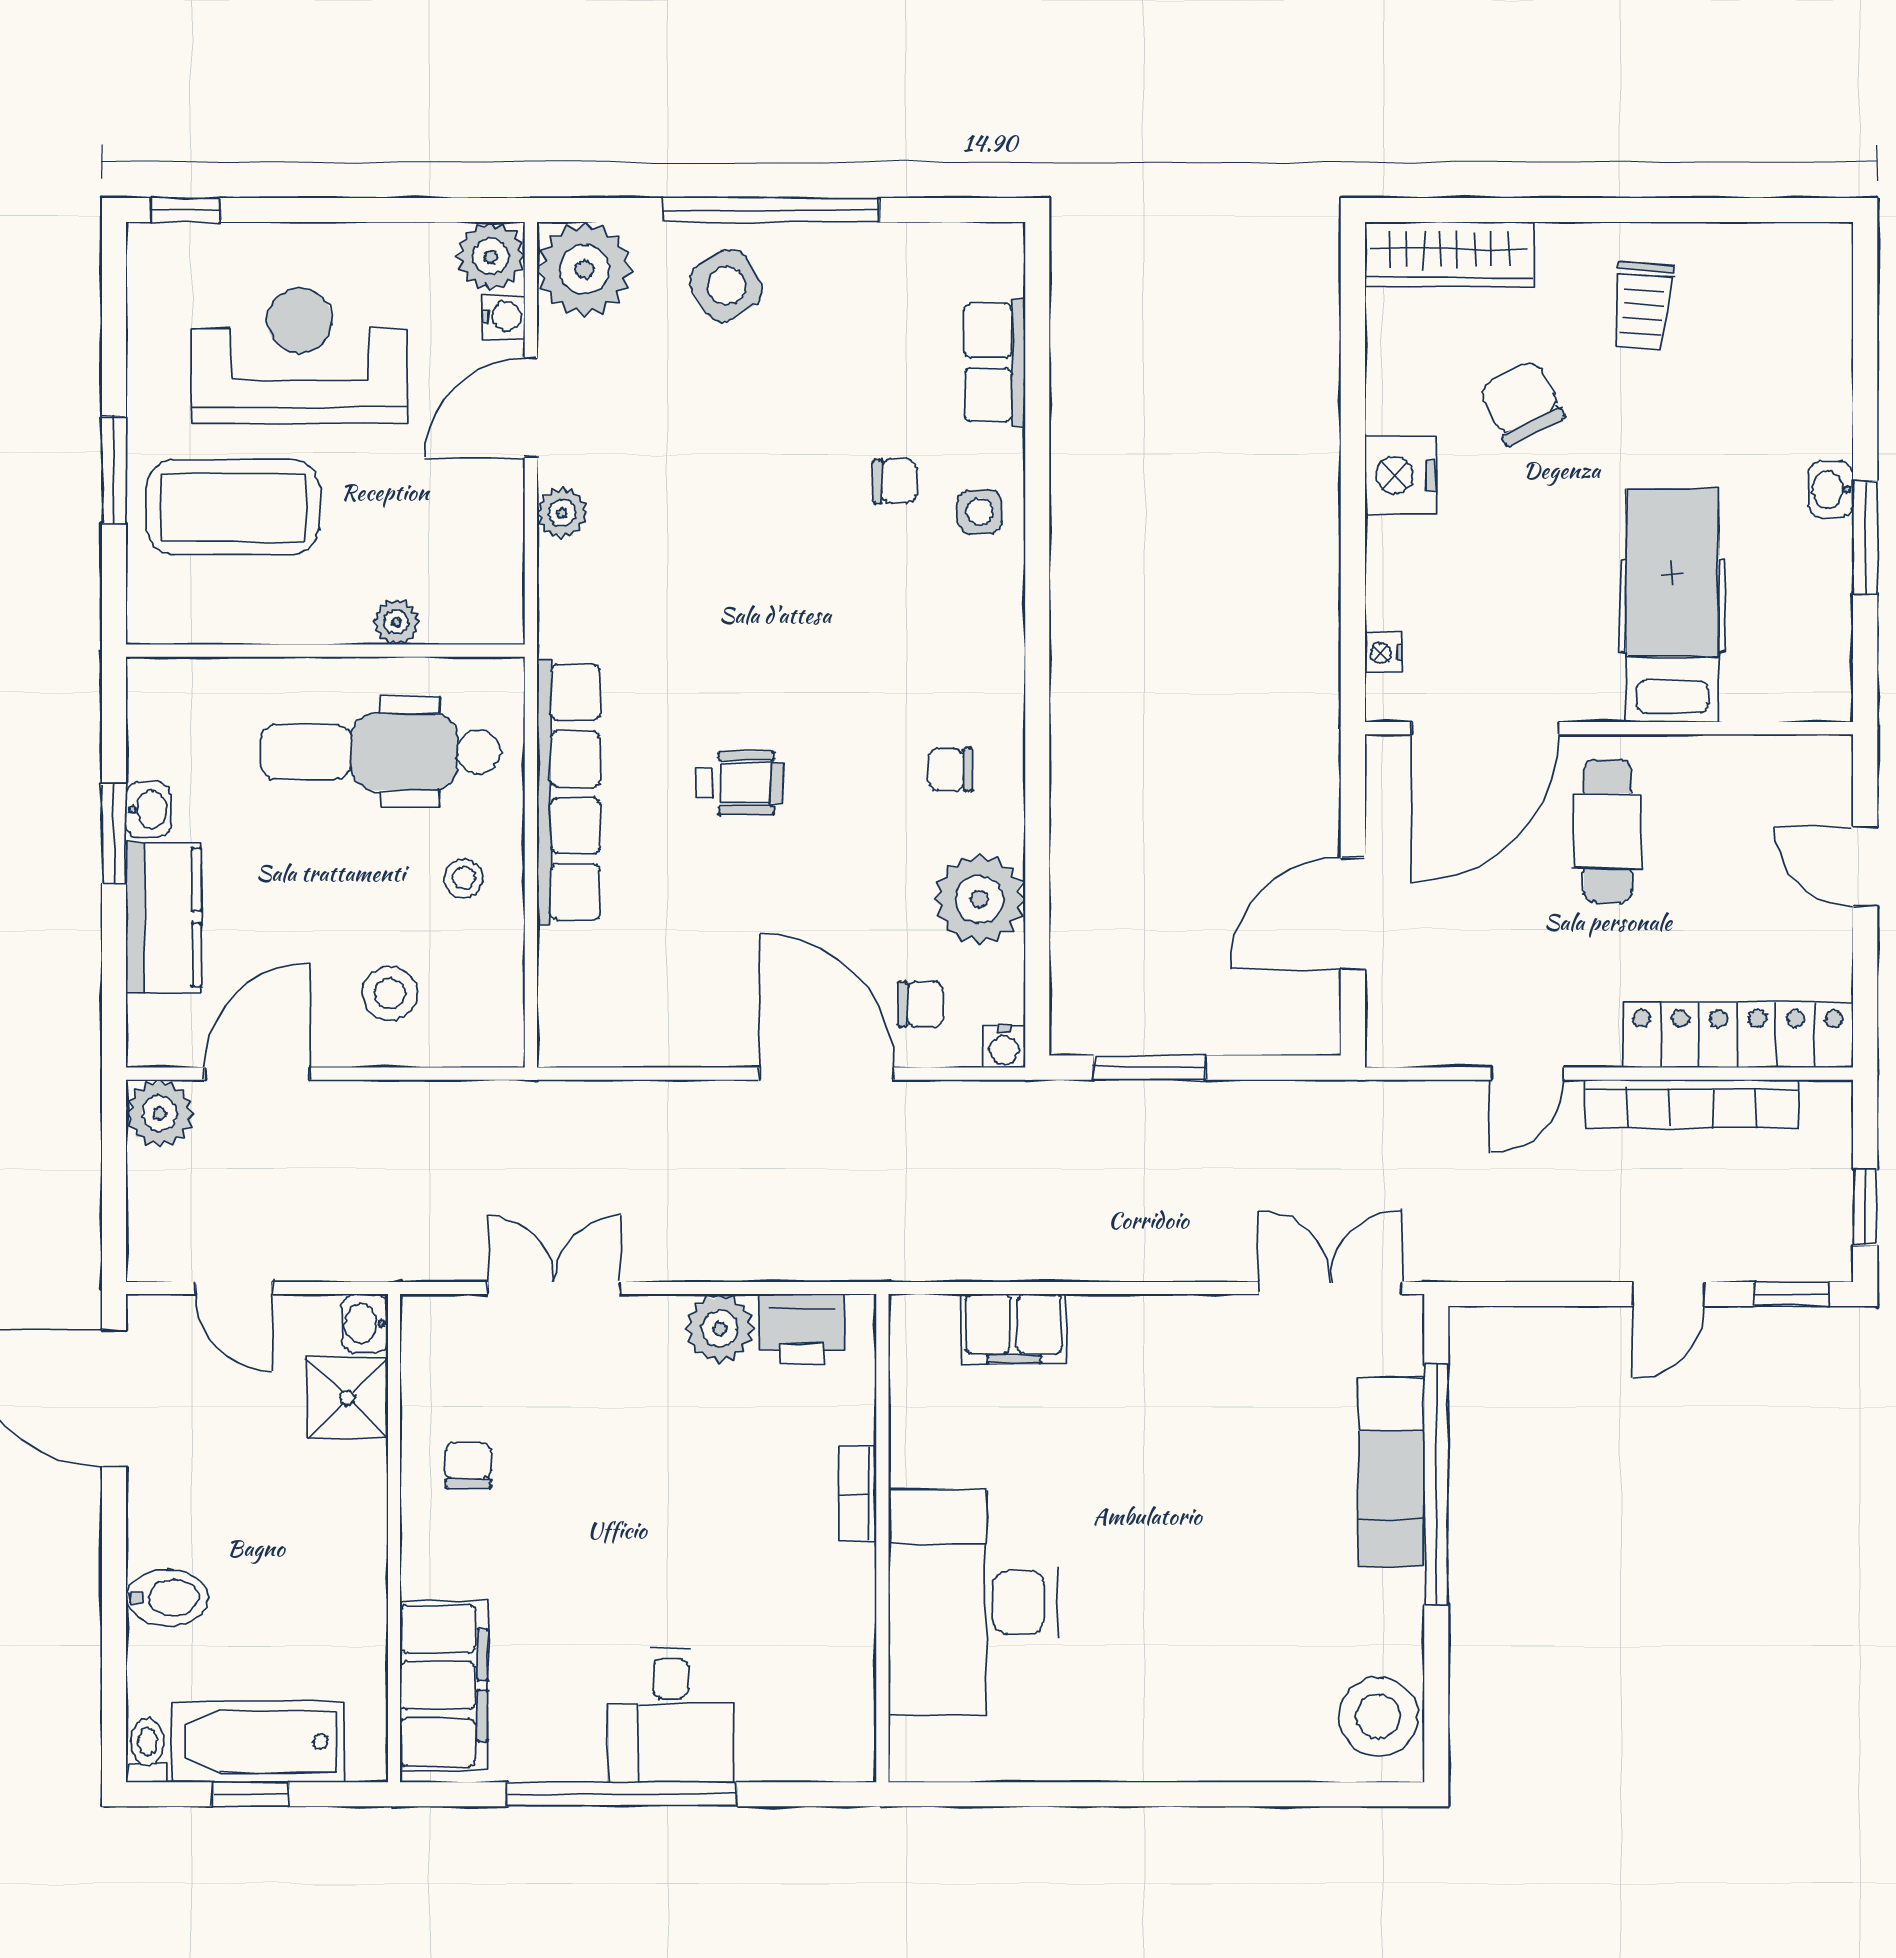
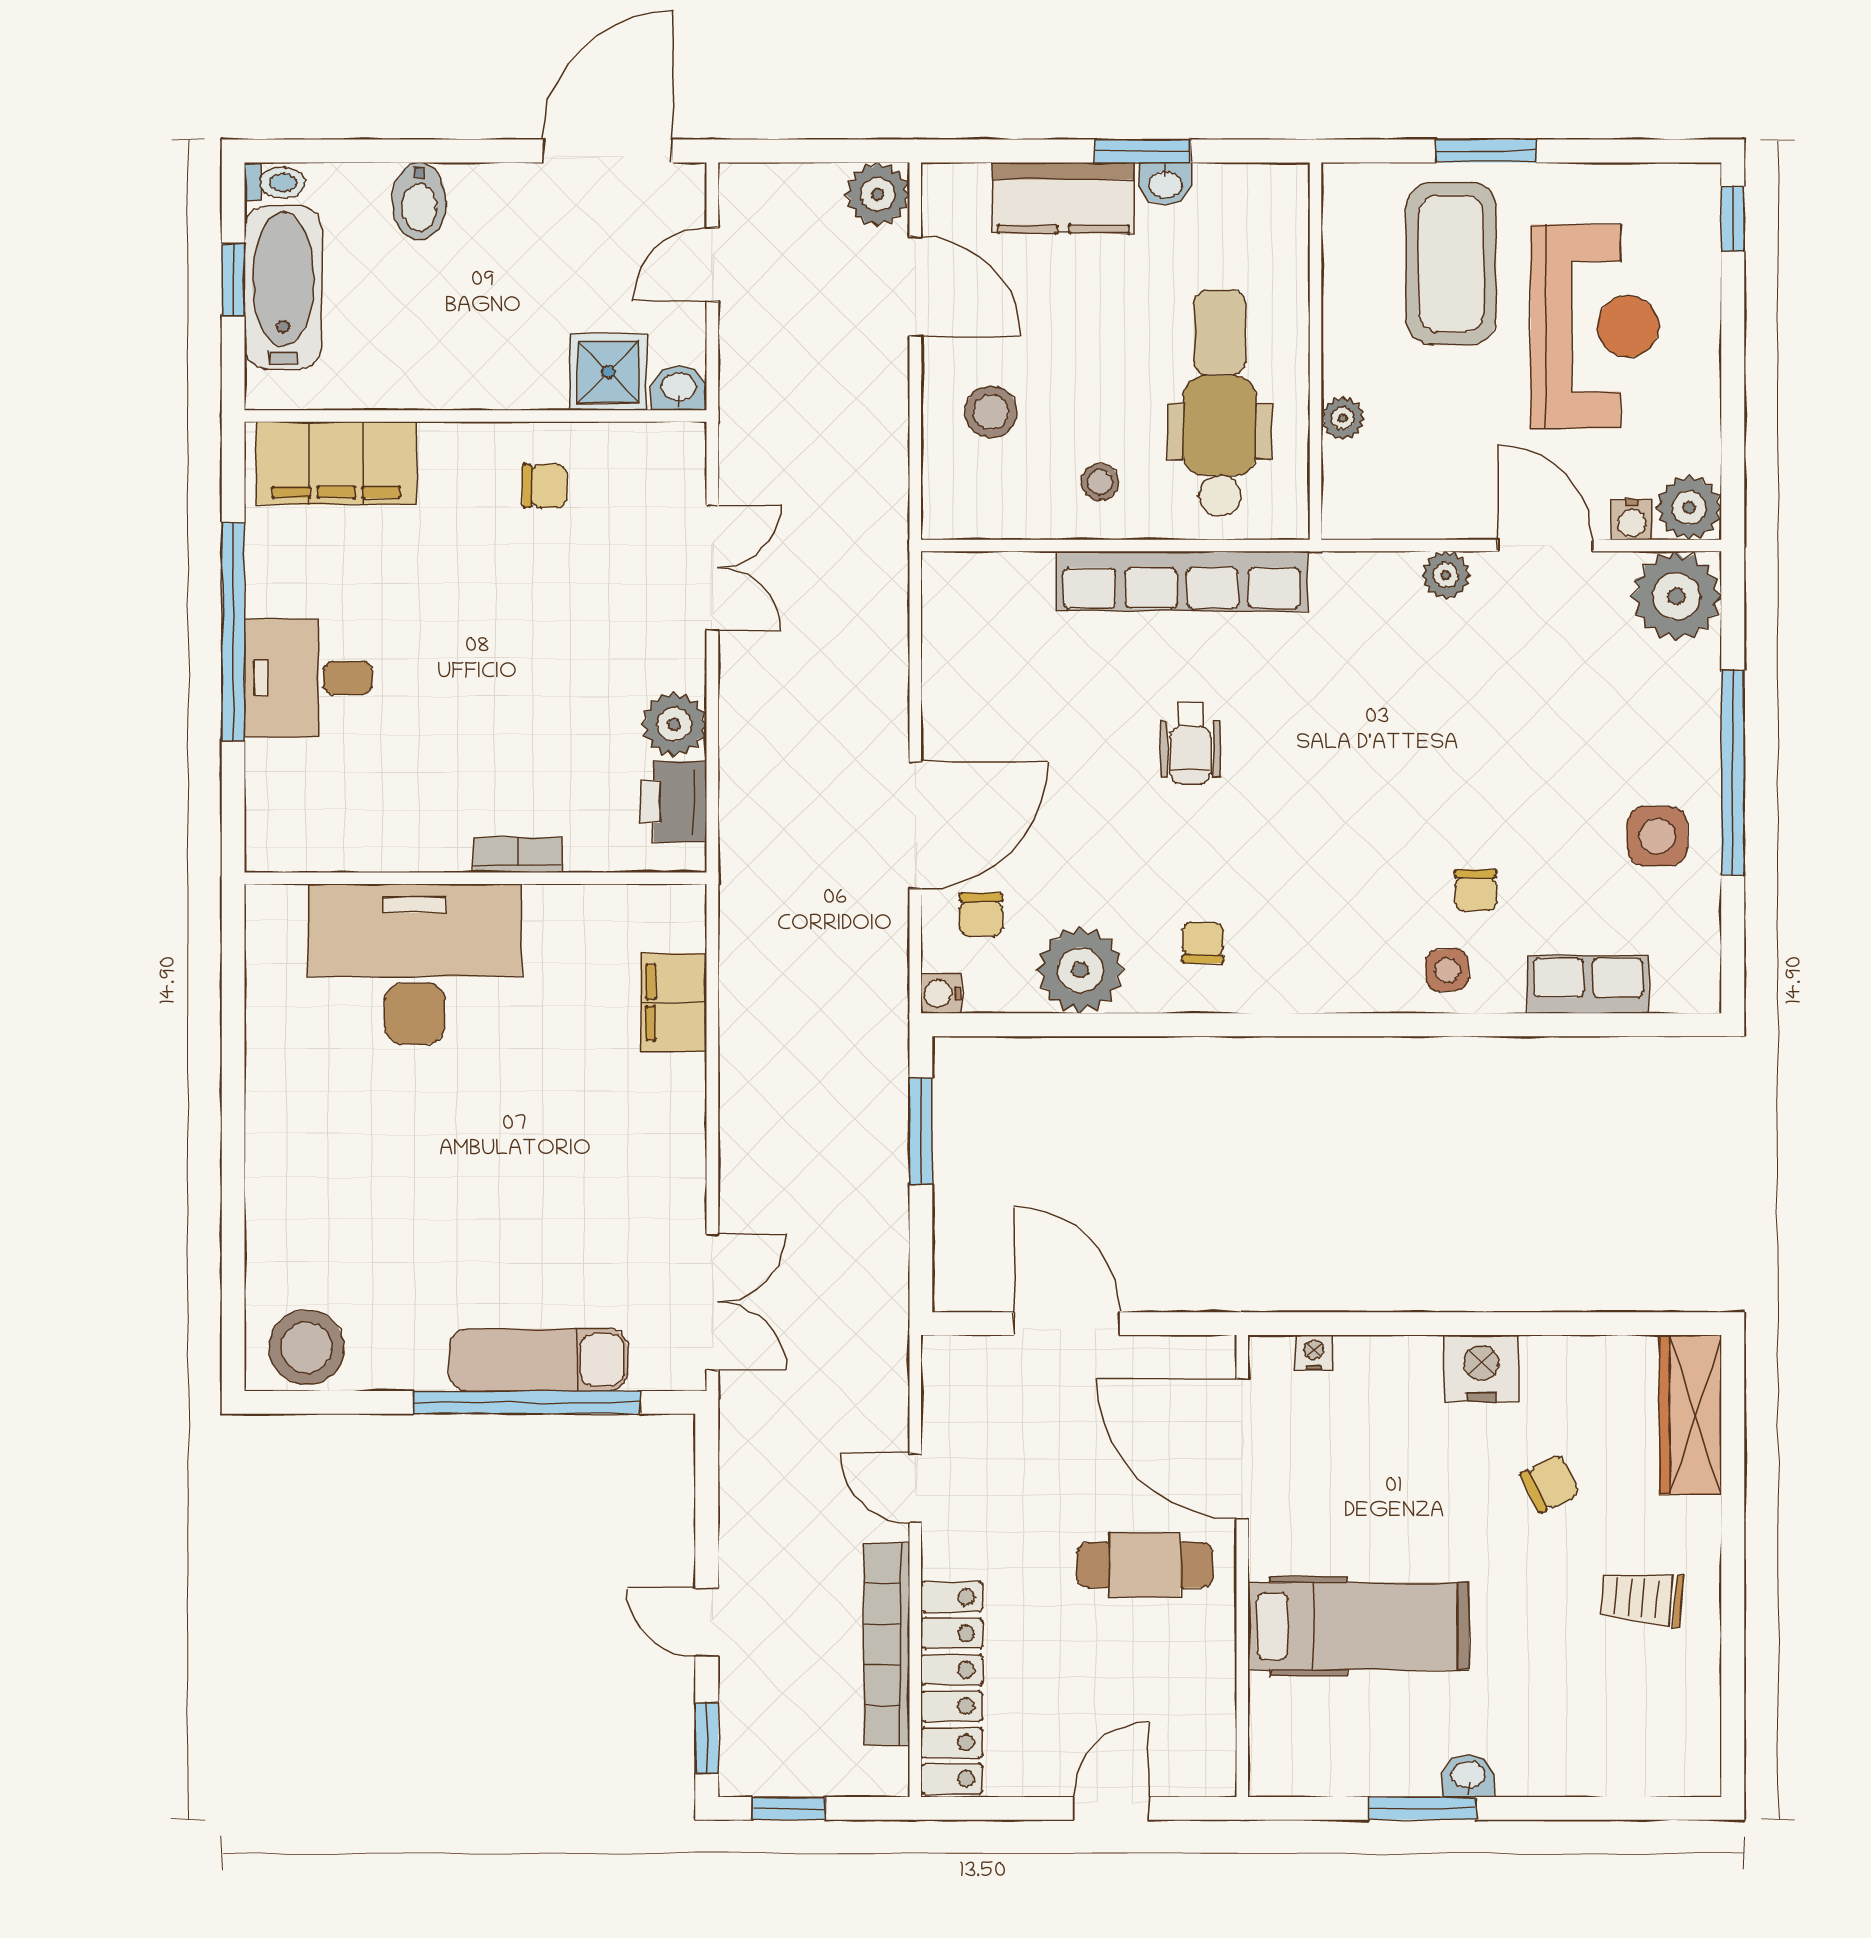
side table: (726, 285) -> (1657, 836), moved, turned 32
chair: (1522, 403) -> (1550, 1484), width x0.73, depth x0.73

